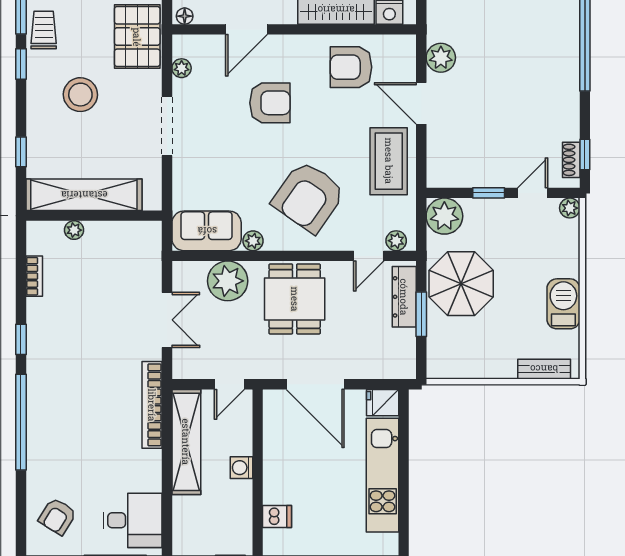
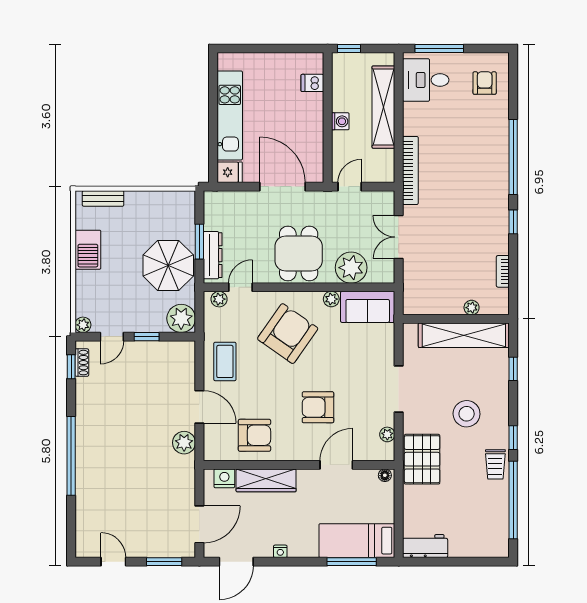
coffee table: (389, 161) -> (225, 361), width x0.73, depth x0.76
shelving: (186, 442) -> (383, 107), moved
armchair: (57, 516) -> (485, 83), turned -32

